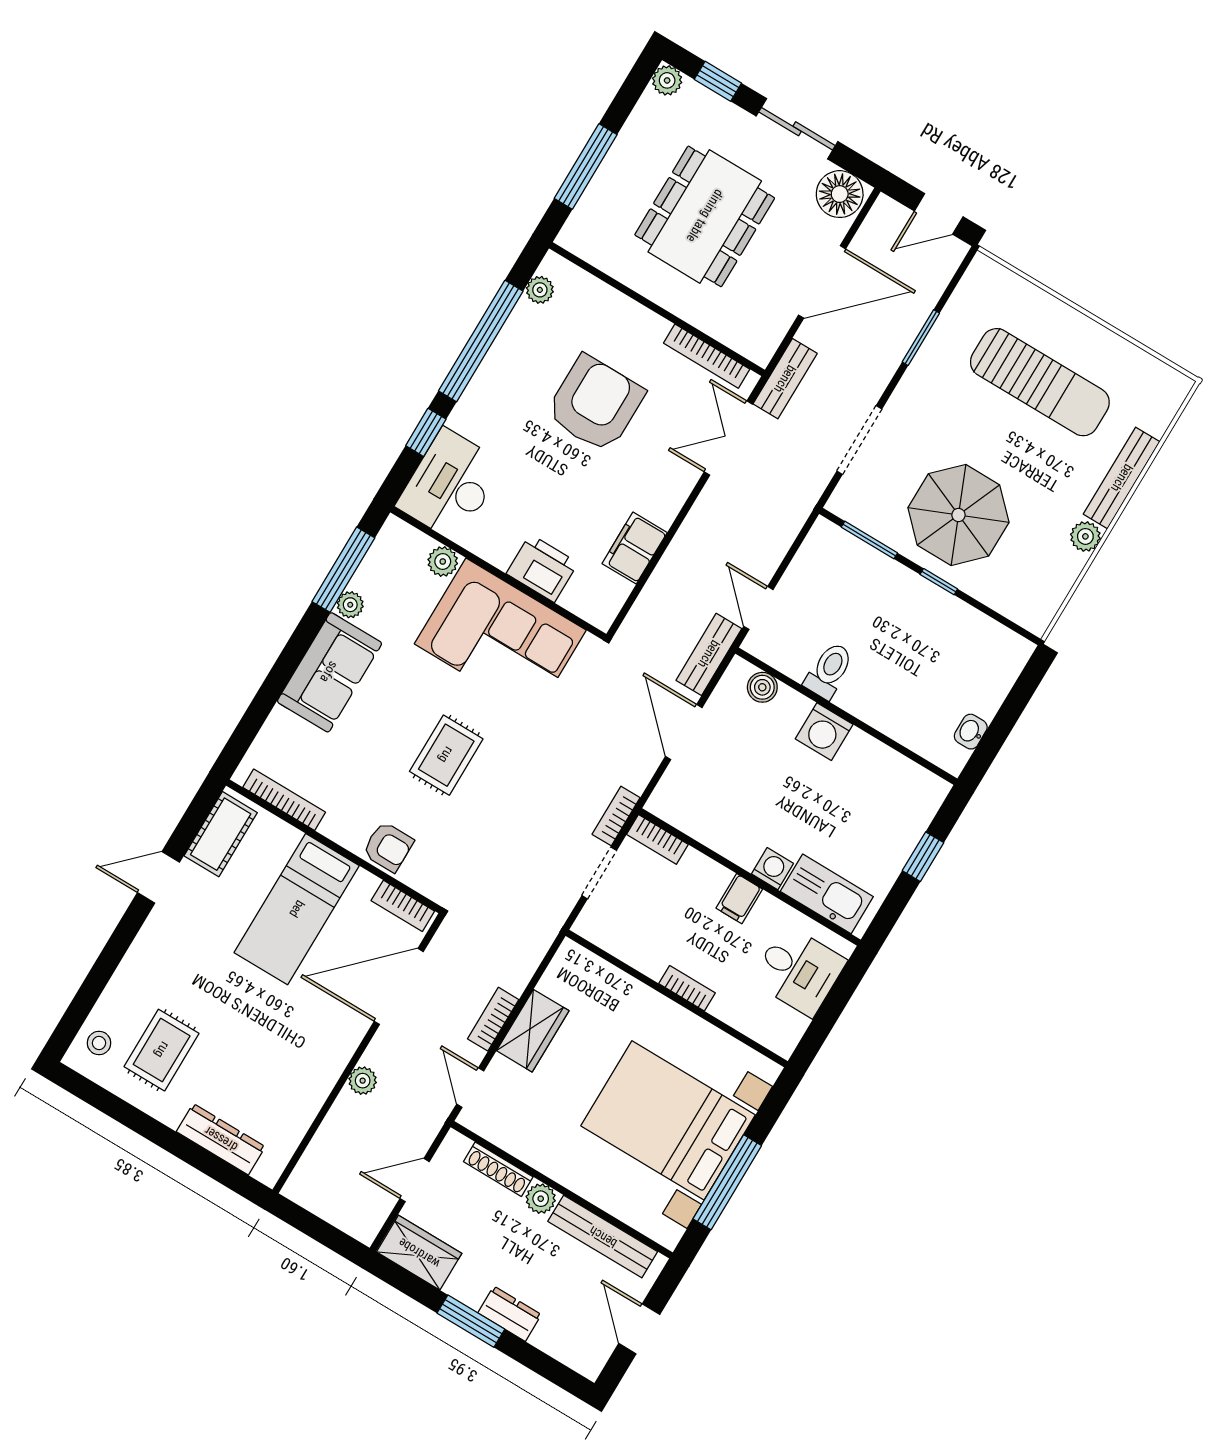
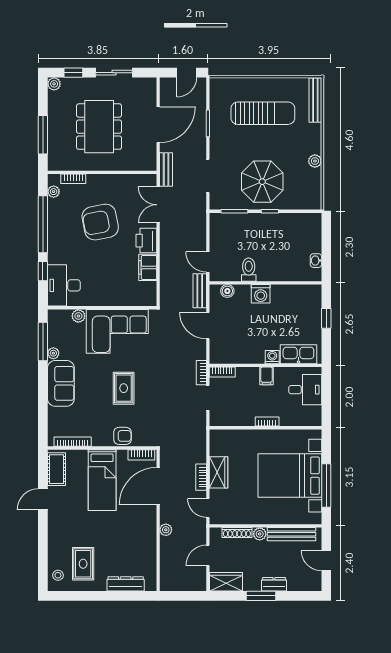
floor lamp: (840, 194) -> (145, 88), removed
bookcase: (707, 356) -> (73, 179), moved, width x0.64
armchair: (595, 404) -> (100, 222), turned -101
bench: (1122, 478) -> (315, 100), moved
printer: (542, 568) -> (146, 241), moved, turned -90

